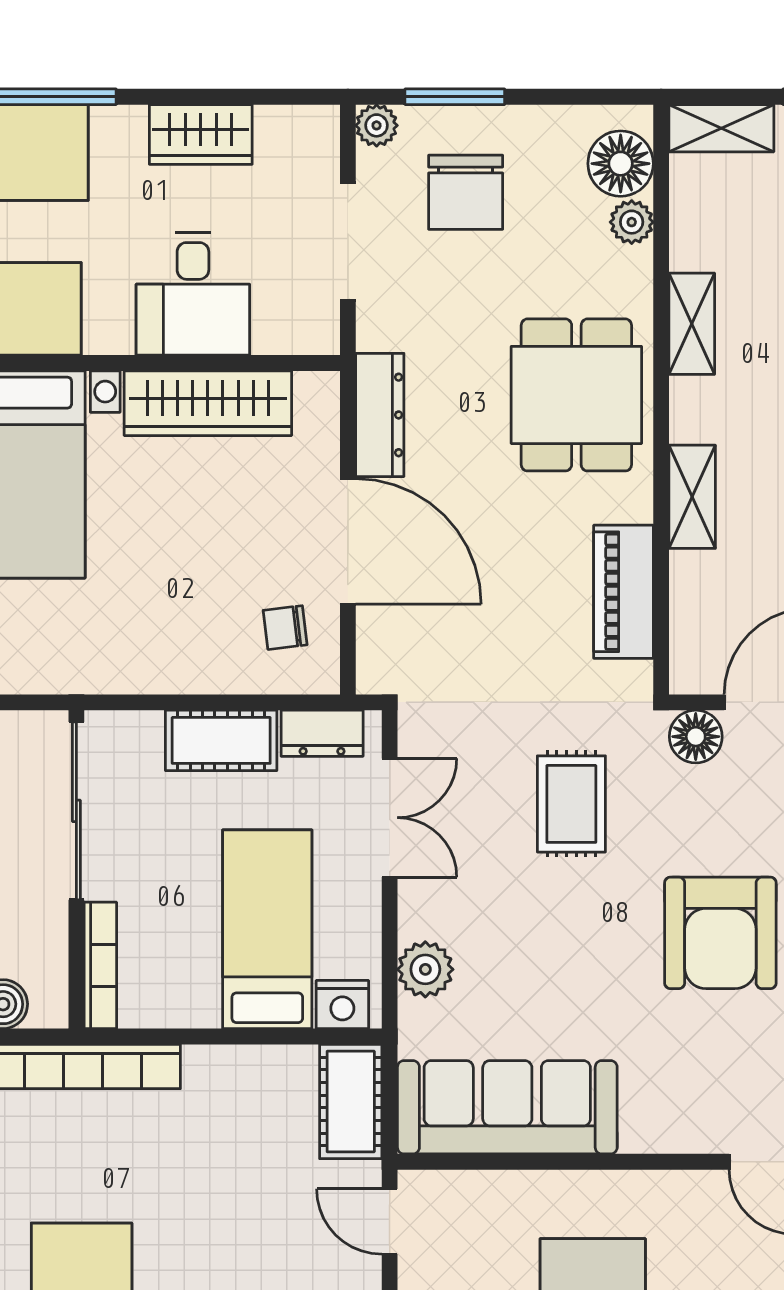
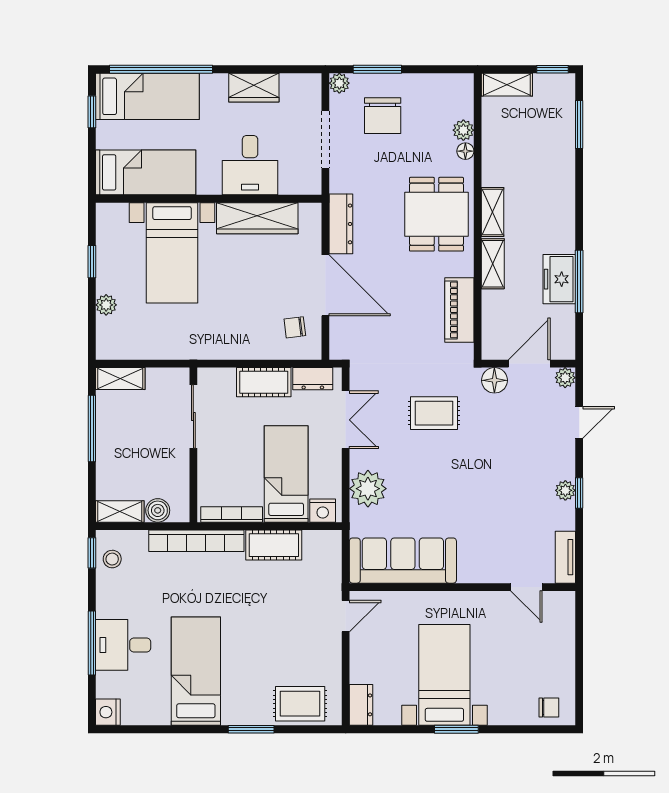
floor lamp: (621, 164) -> (465, 151), moved, width x0.53, depth x0.53
shelving: (692, 324) -> (493, 212), moved
rug: (571, 804) -> (434, 413), turned 90
sliding door: (76, 811) -> (193, 416), width x0.73
armchair: (720, 933) -> (506, 476), removed
bookcase: (100, 965) -> (232, 514), moved, turned -90
plant: (425, 969) -> (368, 489), width x1.36, depth x1.36
cot: (351, 1101) -> (274, 545), moved, turned 90
door: (390, 1222) -> (346, 616), swing flipped

